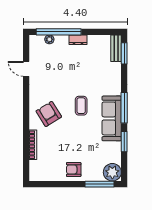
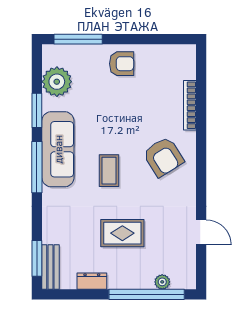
dresser: (78, 40) -> (92, 281), moved
rug: (73, 68) -> (122, 233), added
plant: (112, 172) -> (57, 82), moved

